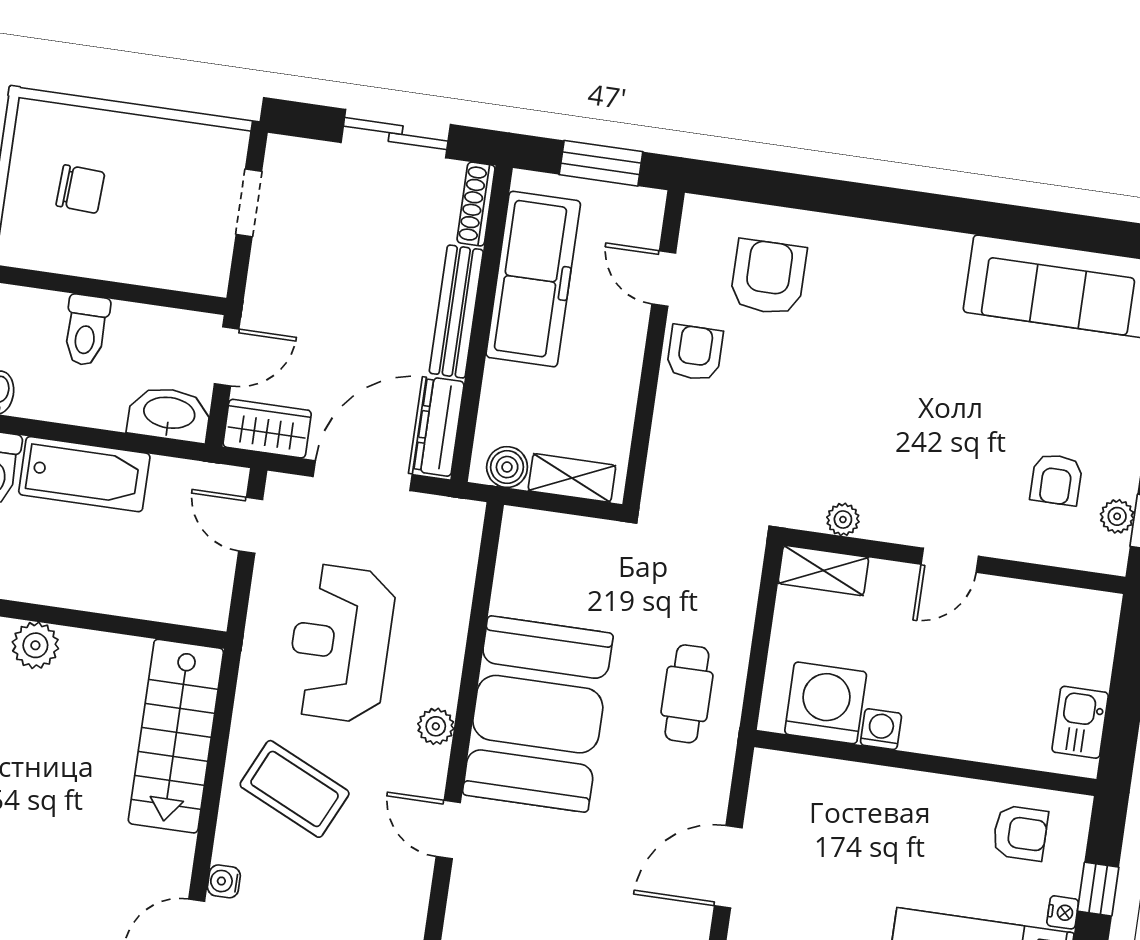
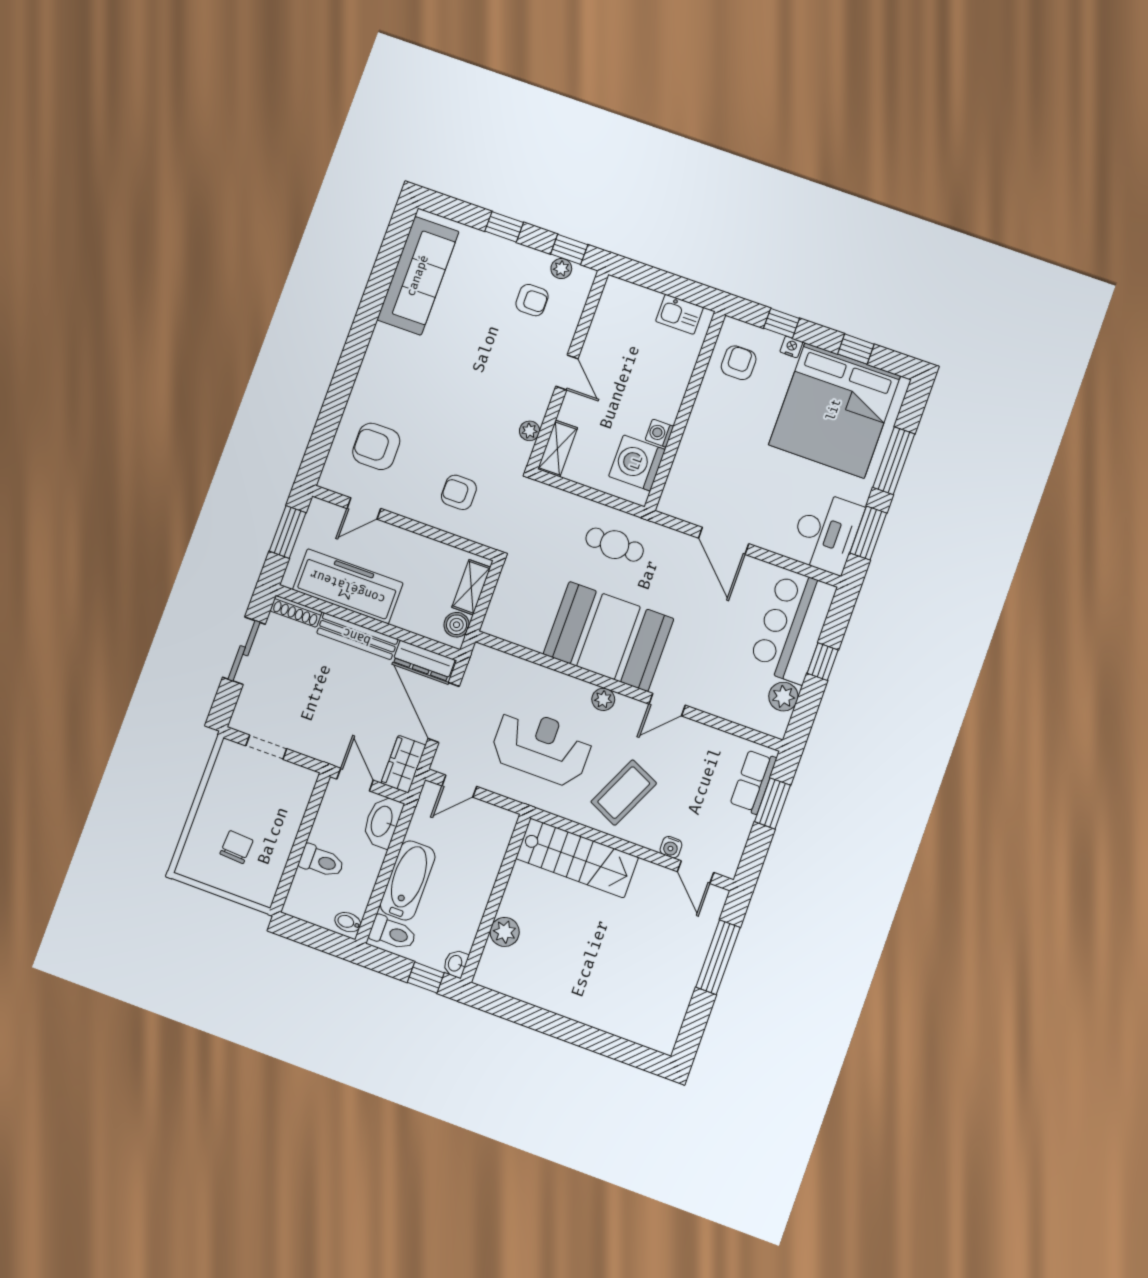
armchair: (695, 353) -> (459, 492), moved
reception desk: (340, 643) -> (542, 747), turned 180

